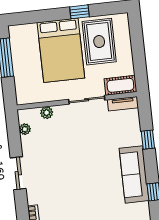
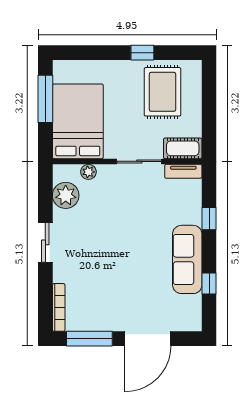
bed: (61, 50) -> (78, 121), moved, turned 180
plant: (25, 129) -> (66, 195), width x1.88, depth x1.88

